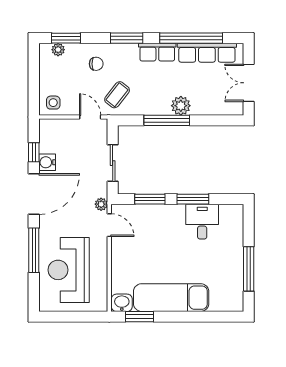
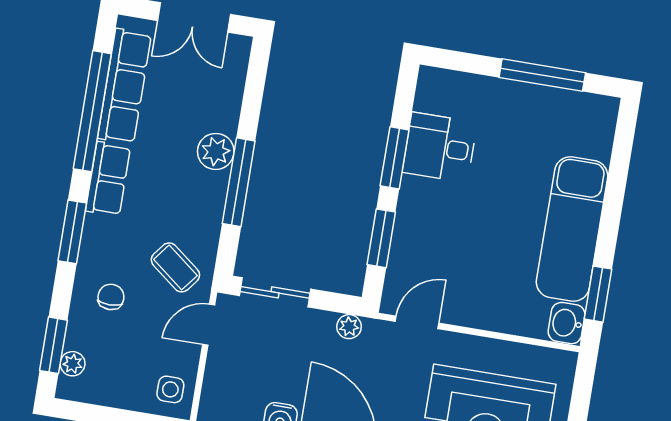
sliding door: (113, 163) -> (275, 292), moved
plant: (101, 204) -> (349, 327), moved

